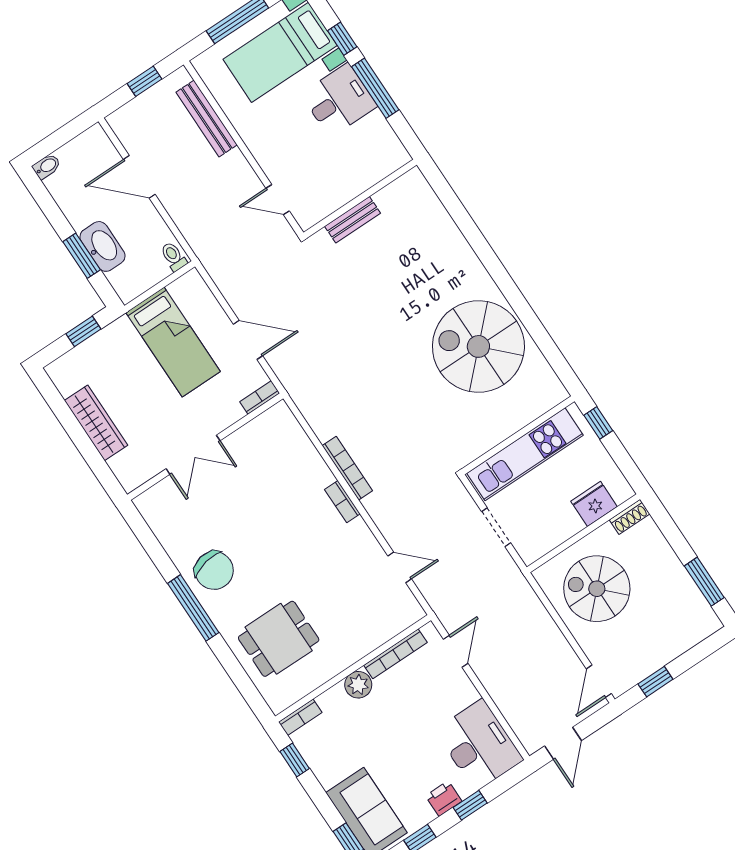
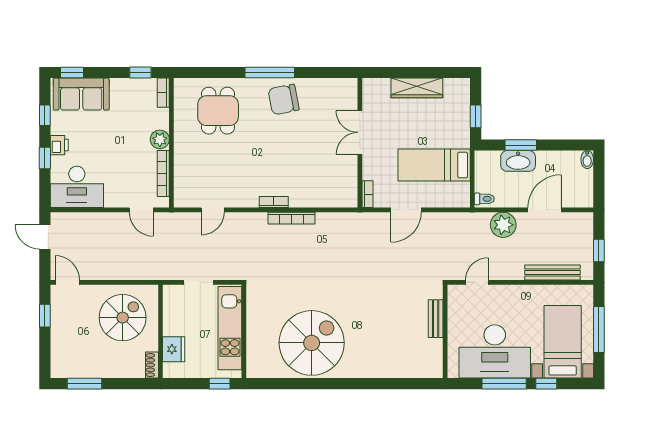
desk: (339, 100) -> (495, 351), width x1.87, depth x1.30
plant: (189, 214) -> (503, 225), added

